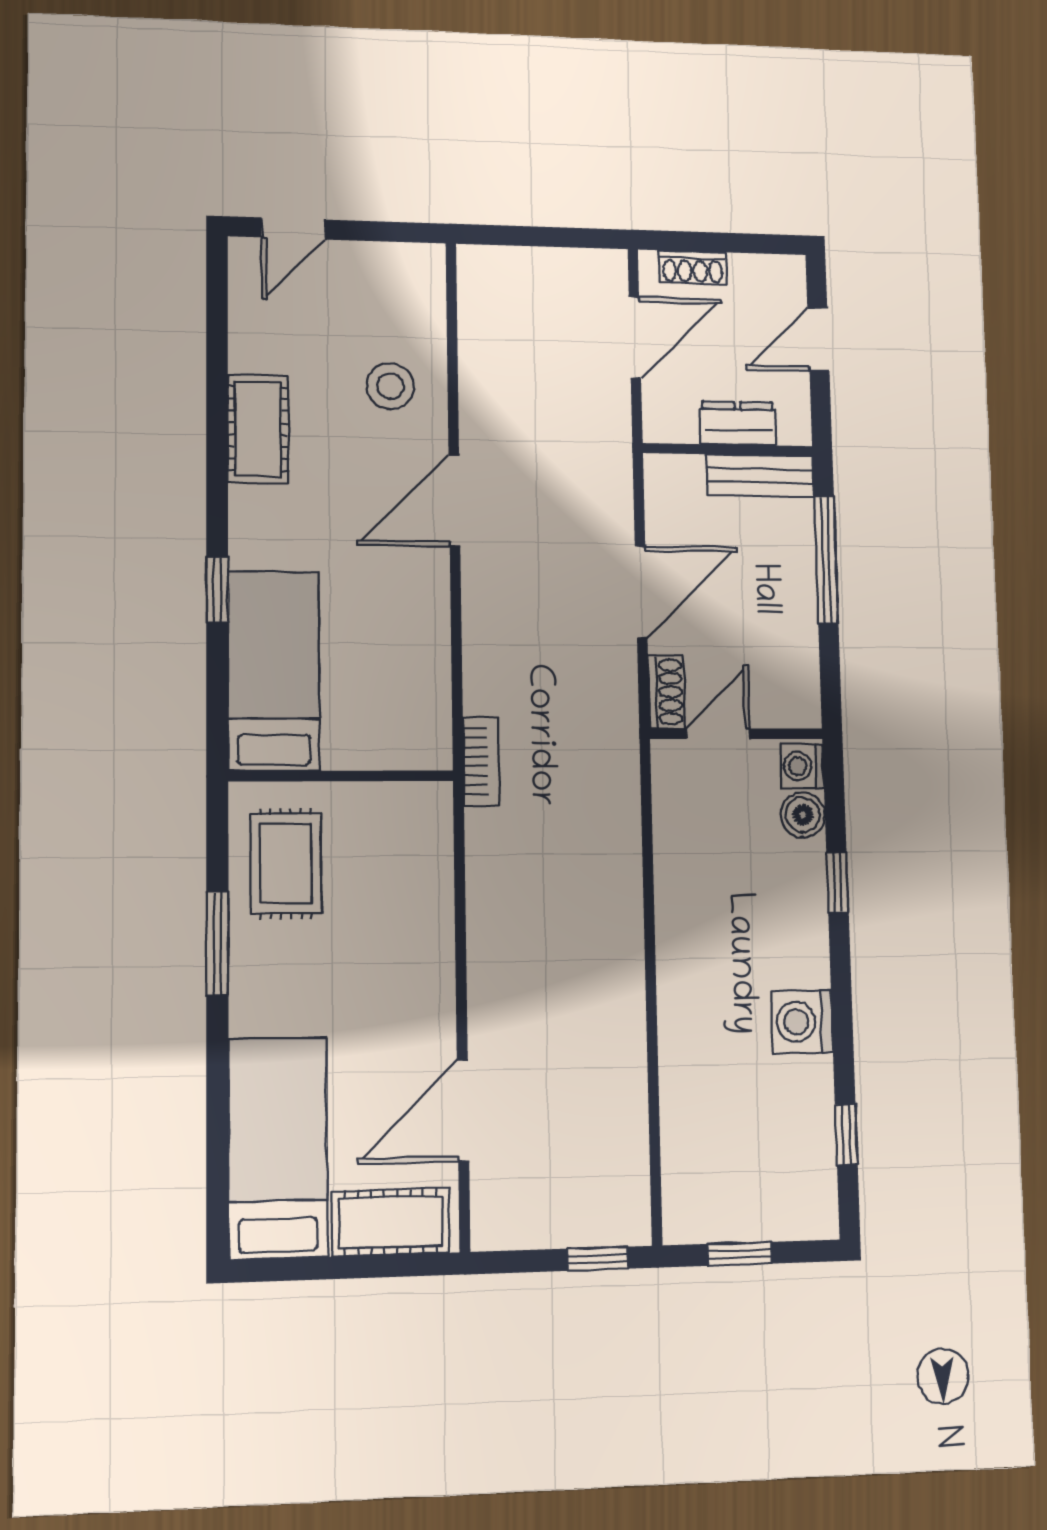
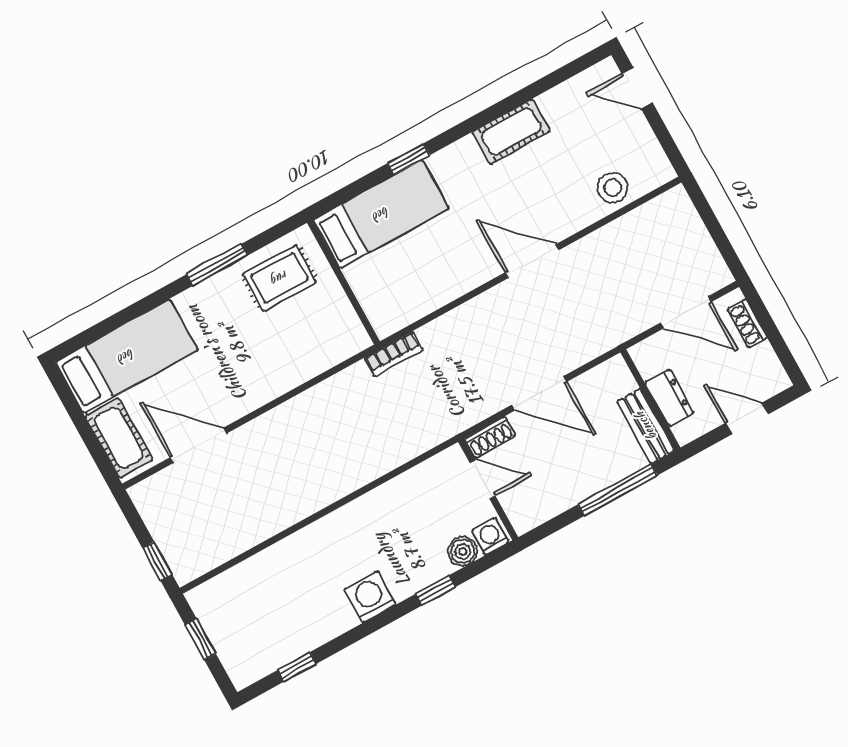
stool: (390, 386) -> (612, 188), moved
washing machine: (802, 1022) -> (370, 597), moved

